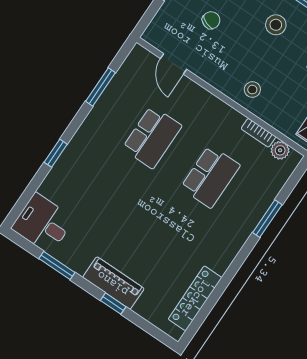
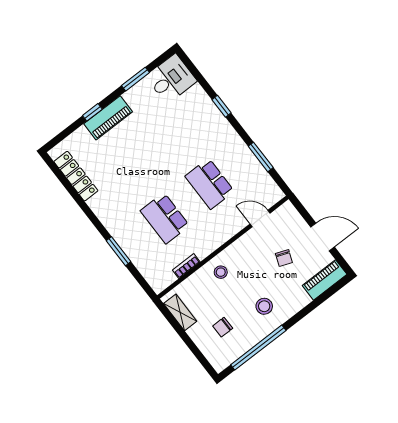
plant: (280, 150) -> (167, 278), removed

